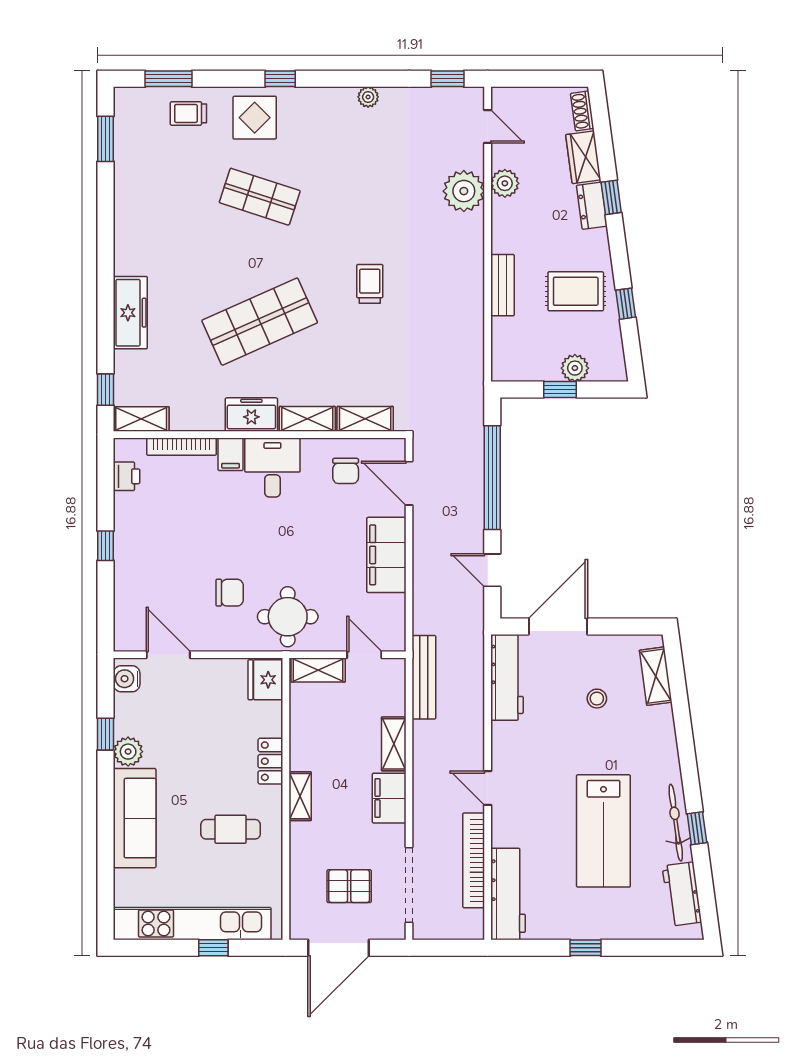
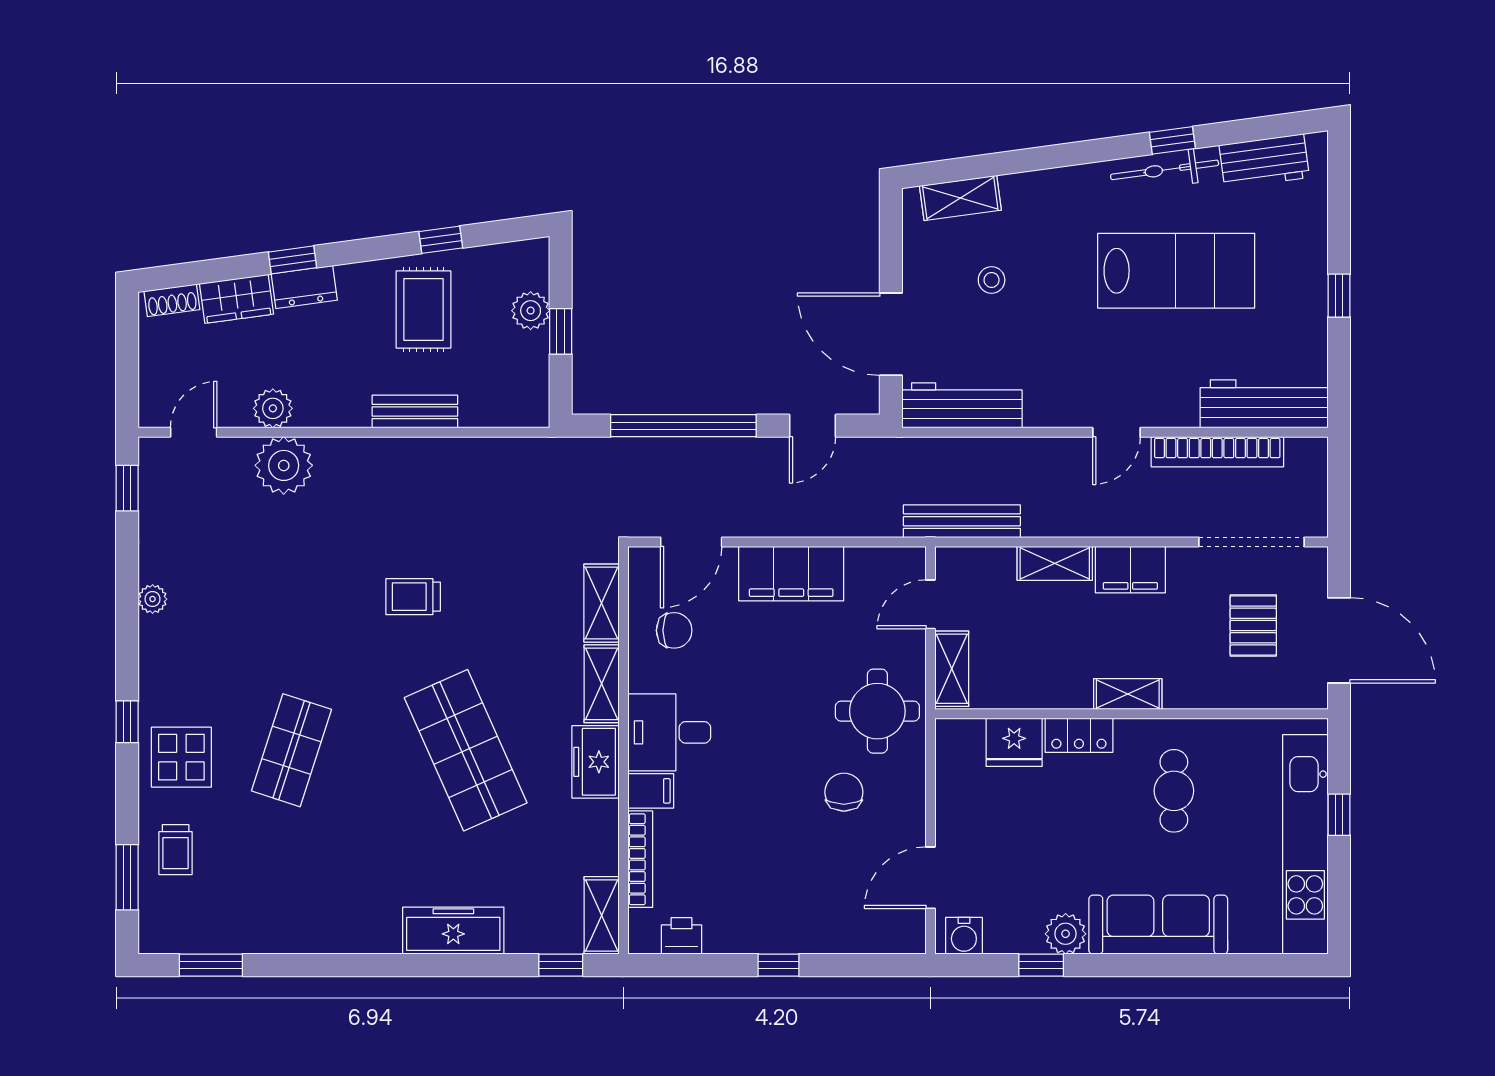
fridge: (265, 680) -> (1014, 742), moved

